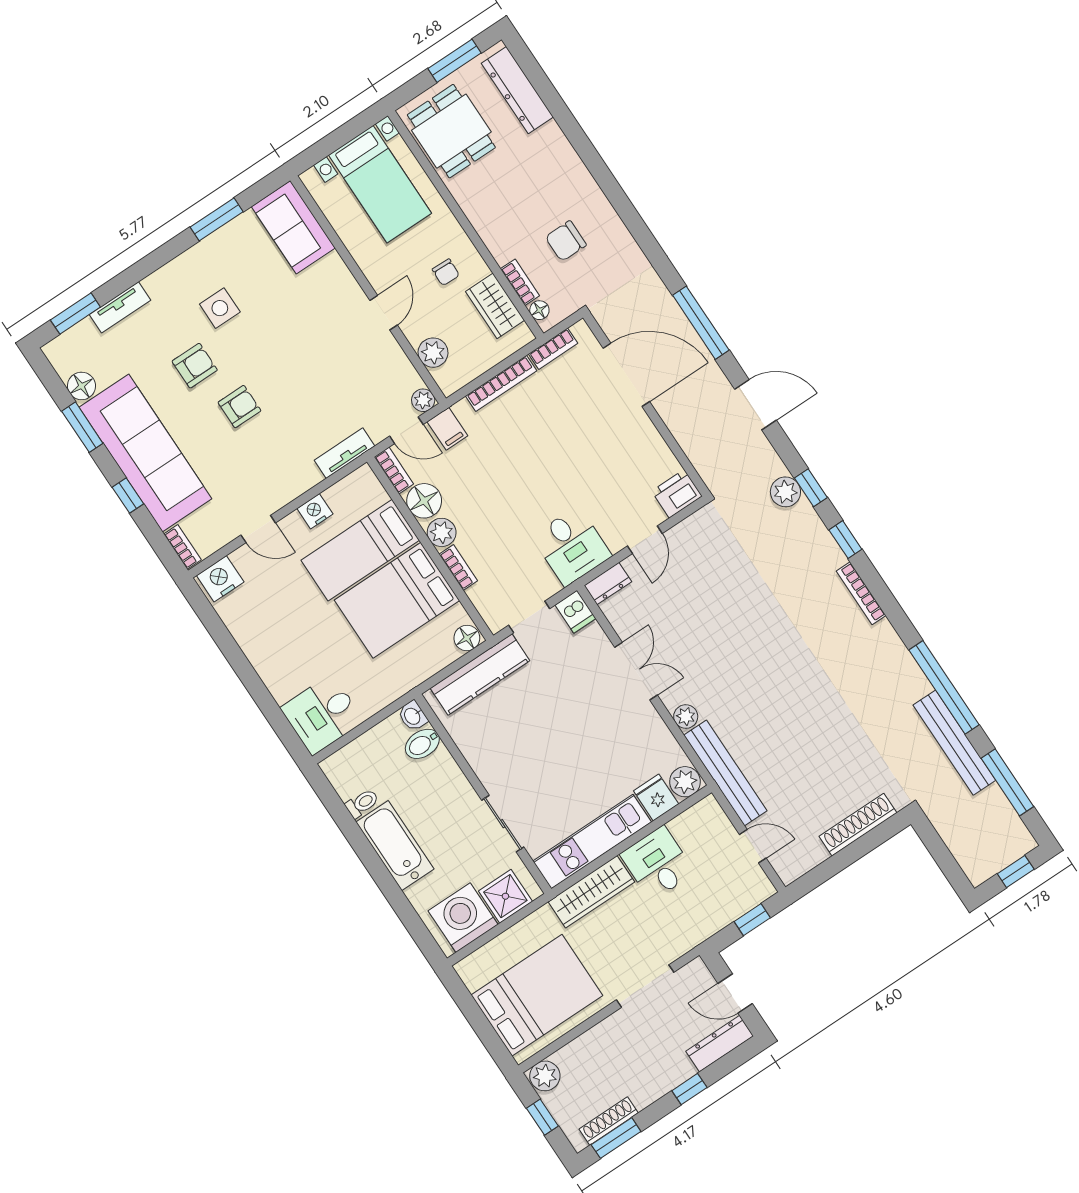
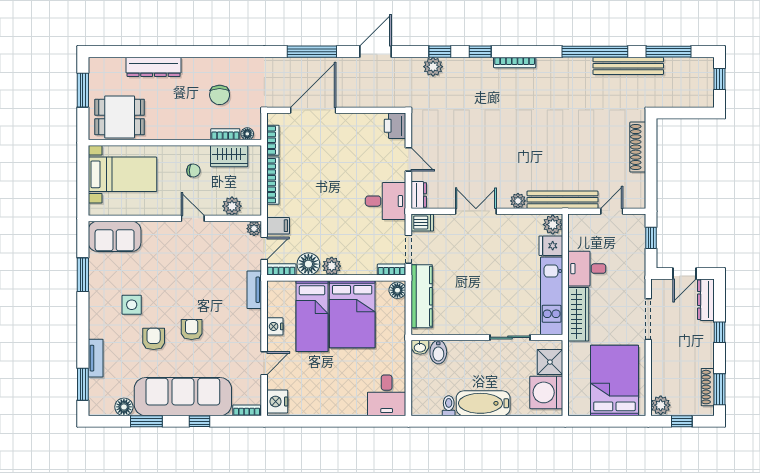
dresser: (517, 90) -> (154, 67), moved
bookcase: (458, 567) -> (392, 270), moved

